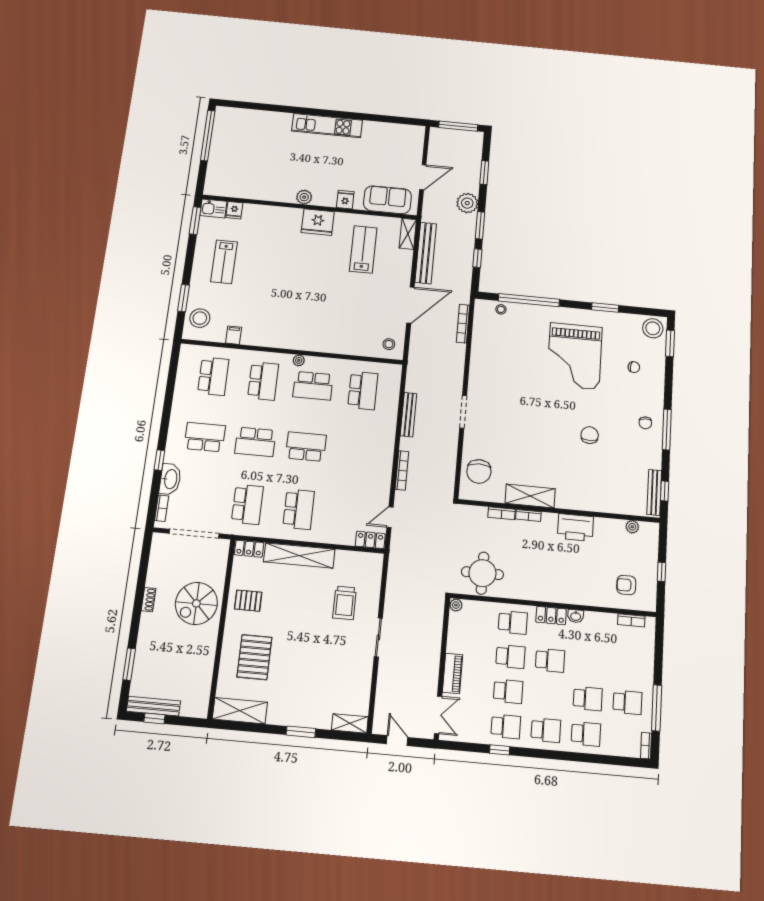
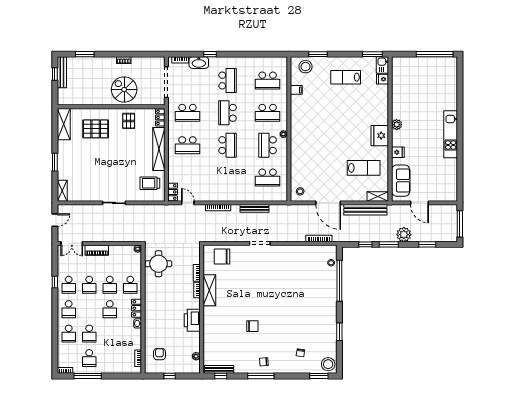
grand piano: (575, 356) -> (304, 313), removed
trolley: (345, 603) -> (150, 183), moved

